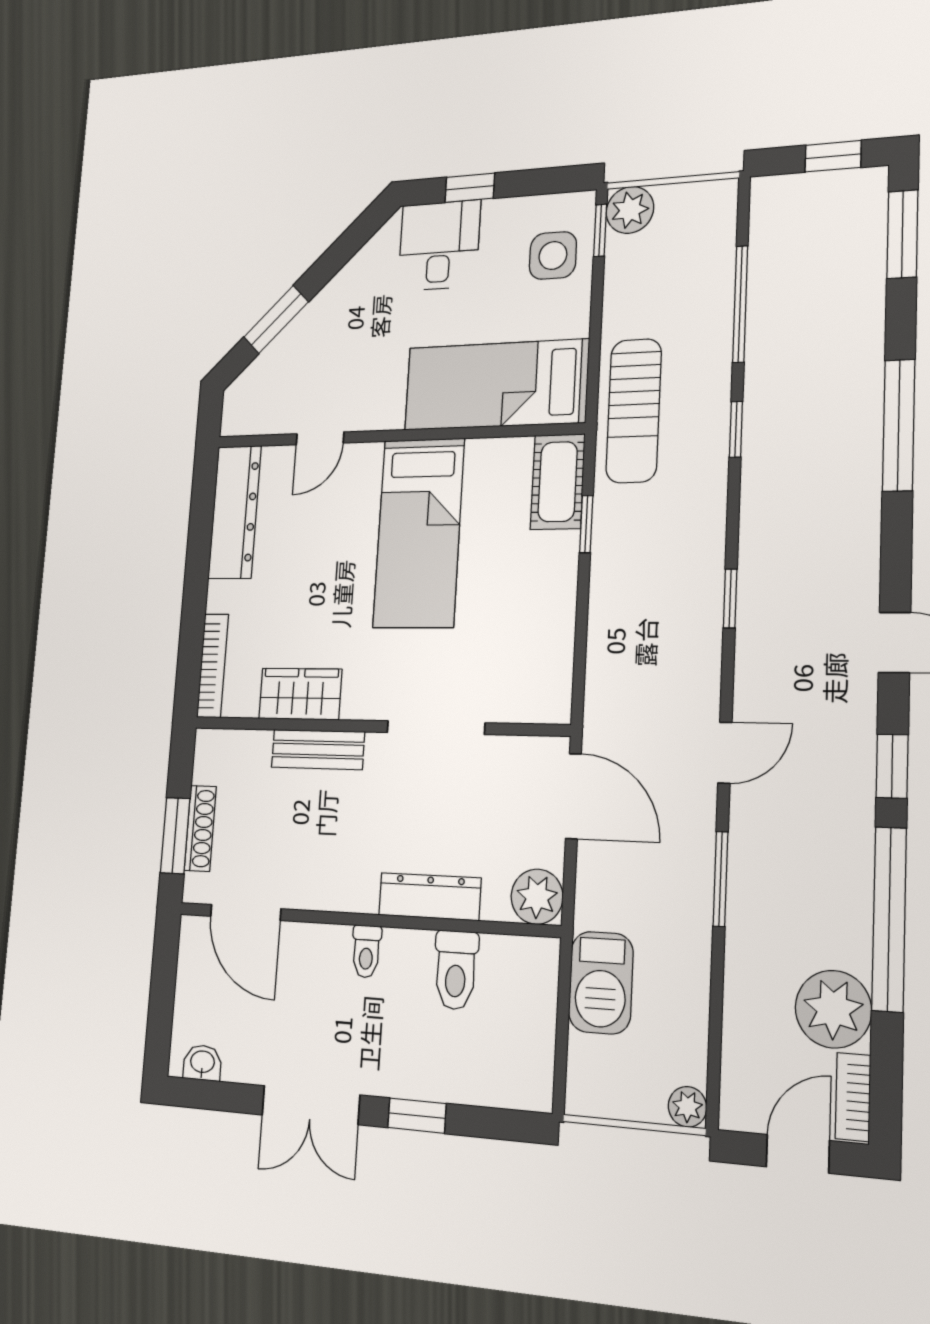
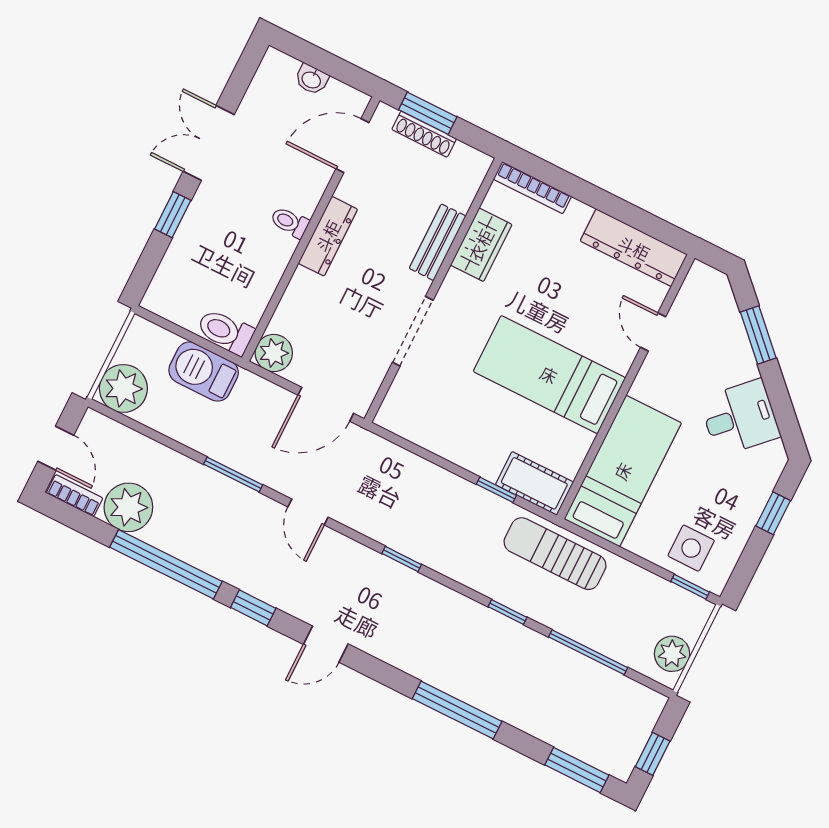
plant: (630, 210) -> (672, 654), moved
desk: (439, 246) -> (740, 418), moved, turned -45
dresser: (430, 897) -> (328, 236), moved
toilet: (456, 970) -> (225, 332), moved
washbasin: (202, 1063) -> (312, 79), moved, turned 90
plant: (687, 1107) -> (123, 388), width x1.87, depth x1.87

